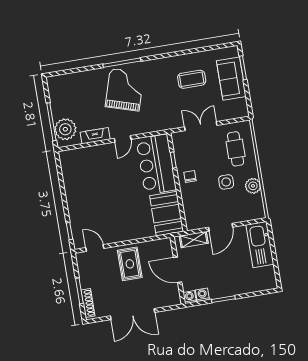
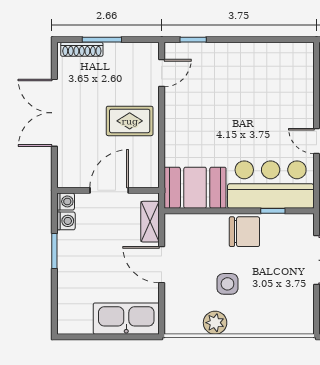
cafe table: (236, 149) -> (274, 306), removed
chair: (190, 176) -> (244, 232), width x1.87, depth x1.87

